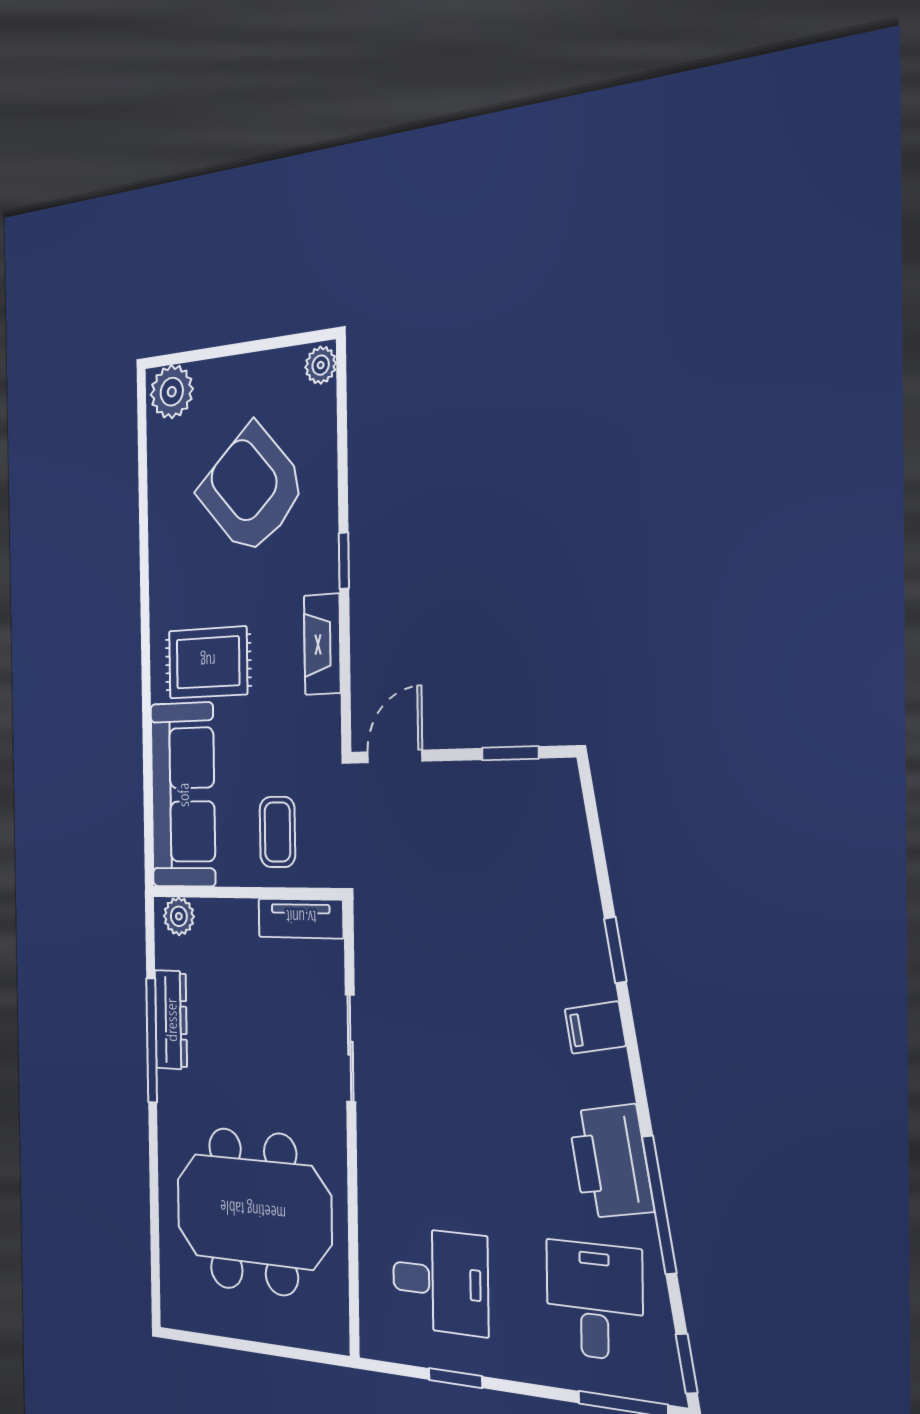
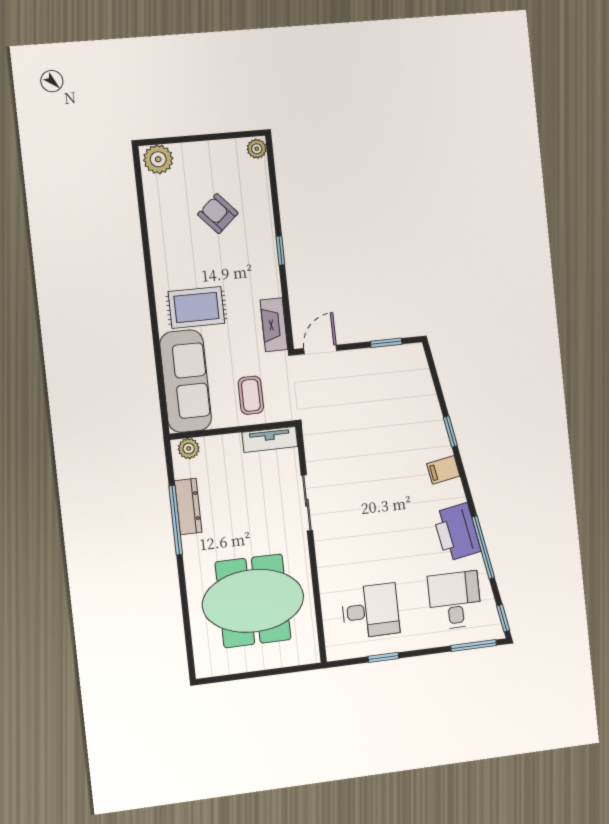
armchair: (252, 490) -> (218, 214), width x0.53, depth x0.53
fireplace: (322, 644) -> (274, 325), moved

